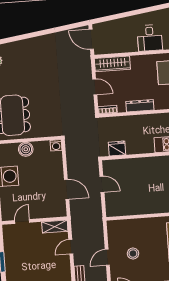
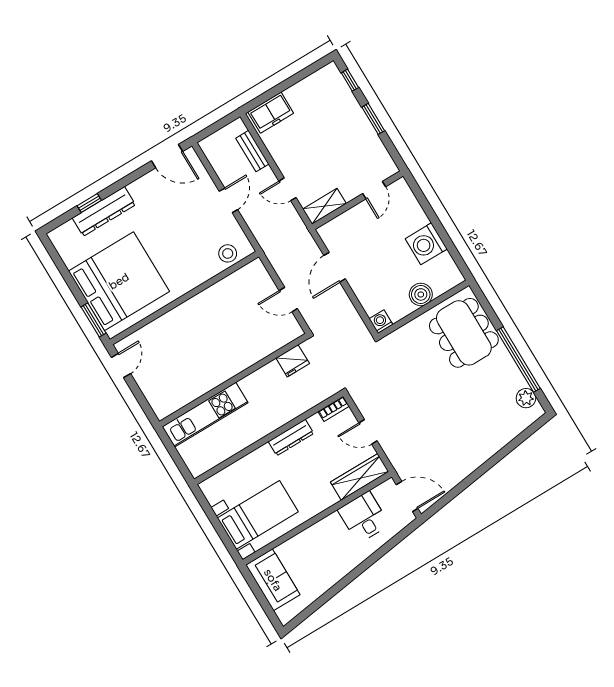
desk: (150, 38) -> (363, 517), moved
door: (67, 189) -> (335, 267), hinge flipped
door: (71, 247) -> (288, 189), swing flipped
stool: (133, 254) -> (228, 253), moved

